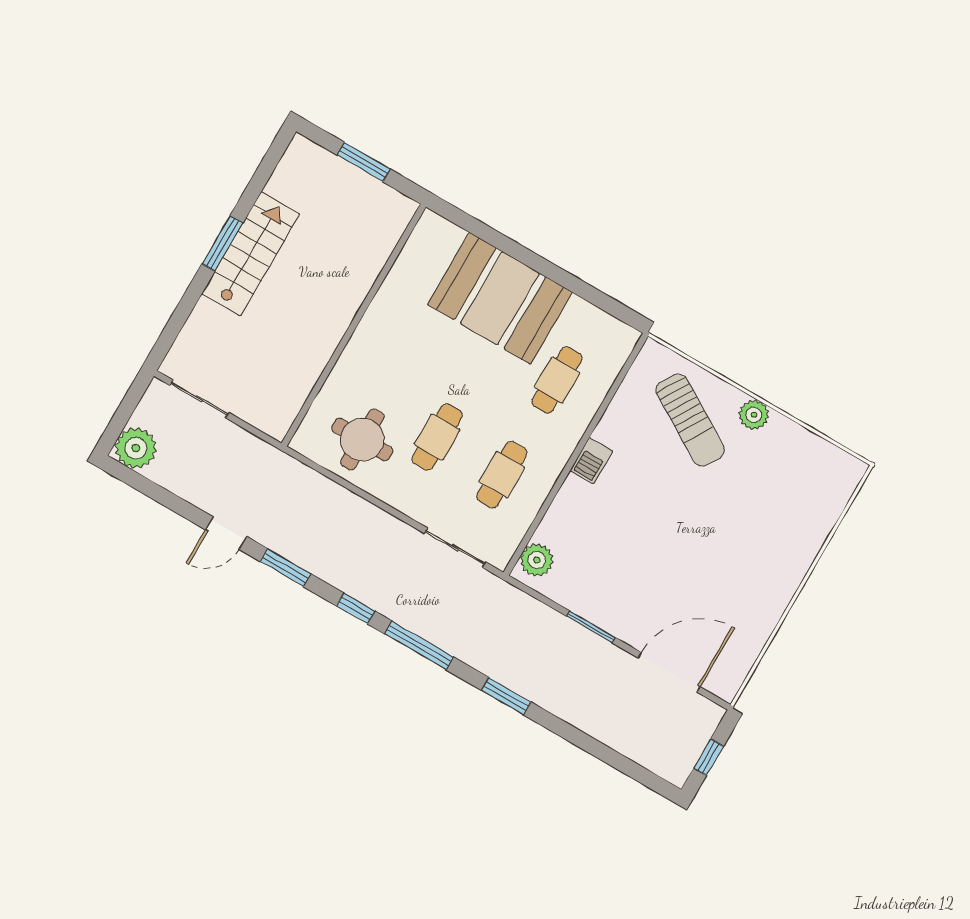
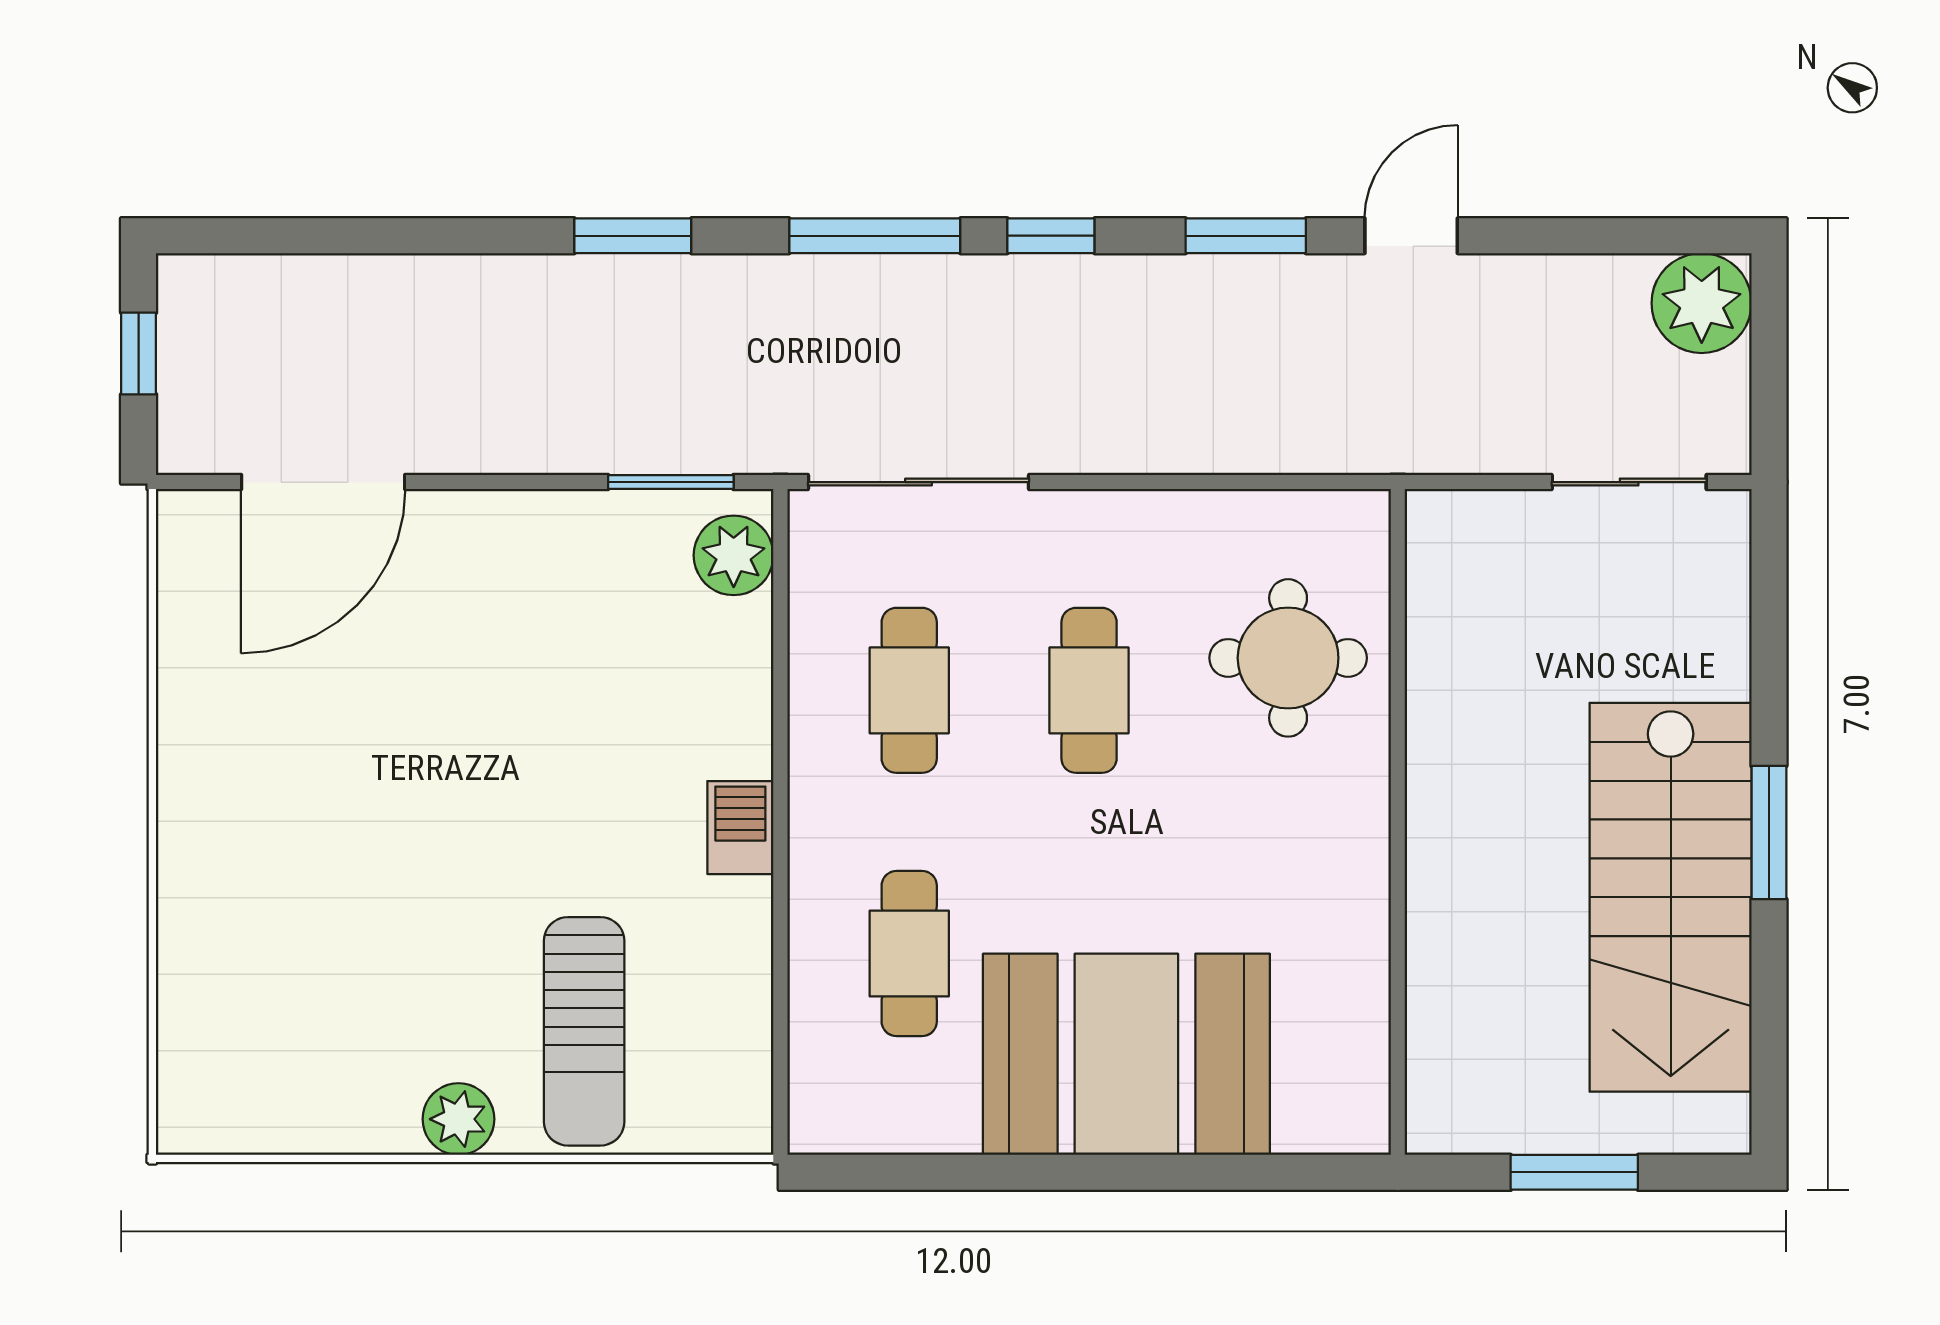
stairs: (251, 254) -> (1671, 897), width x1.36, depth x1.51
sun lounger: (690, 420) -> (584, 1031), turned -121
round table: (362, 440) -> (1288, 658), moved
sliding door: (455, 548) -> (918, 482), width x1.37
window: (591, 627) -> (671, 482), moved

